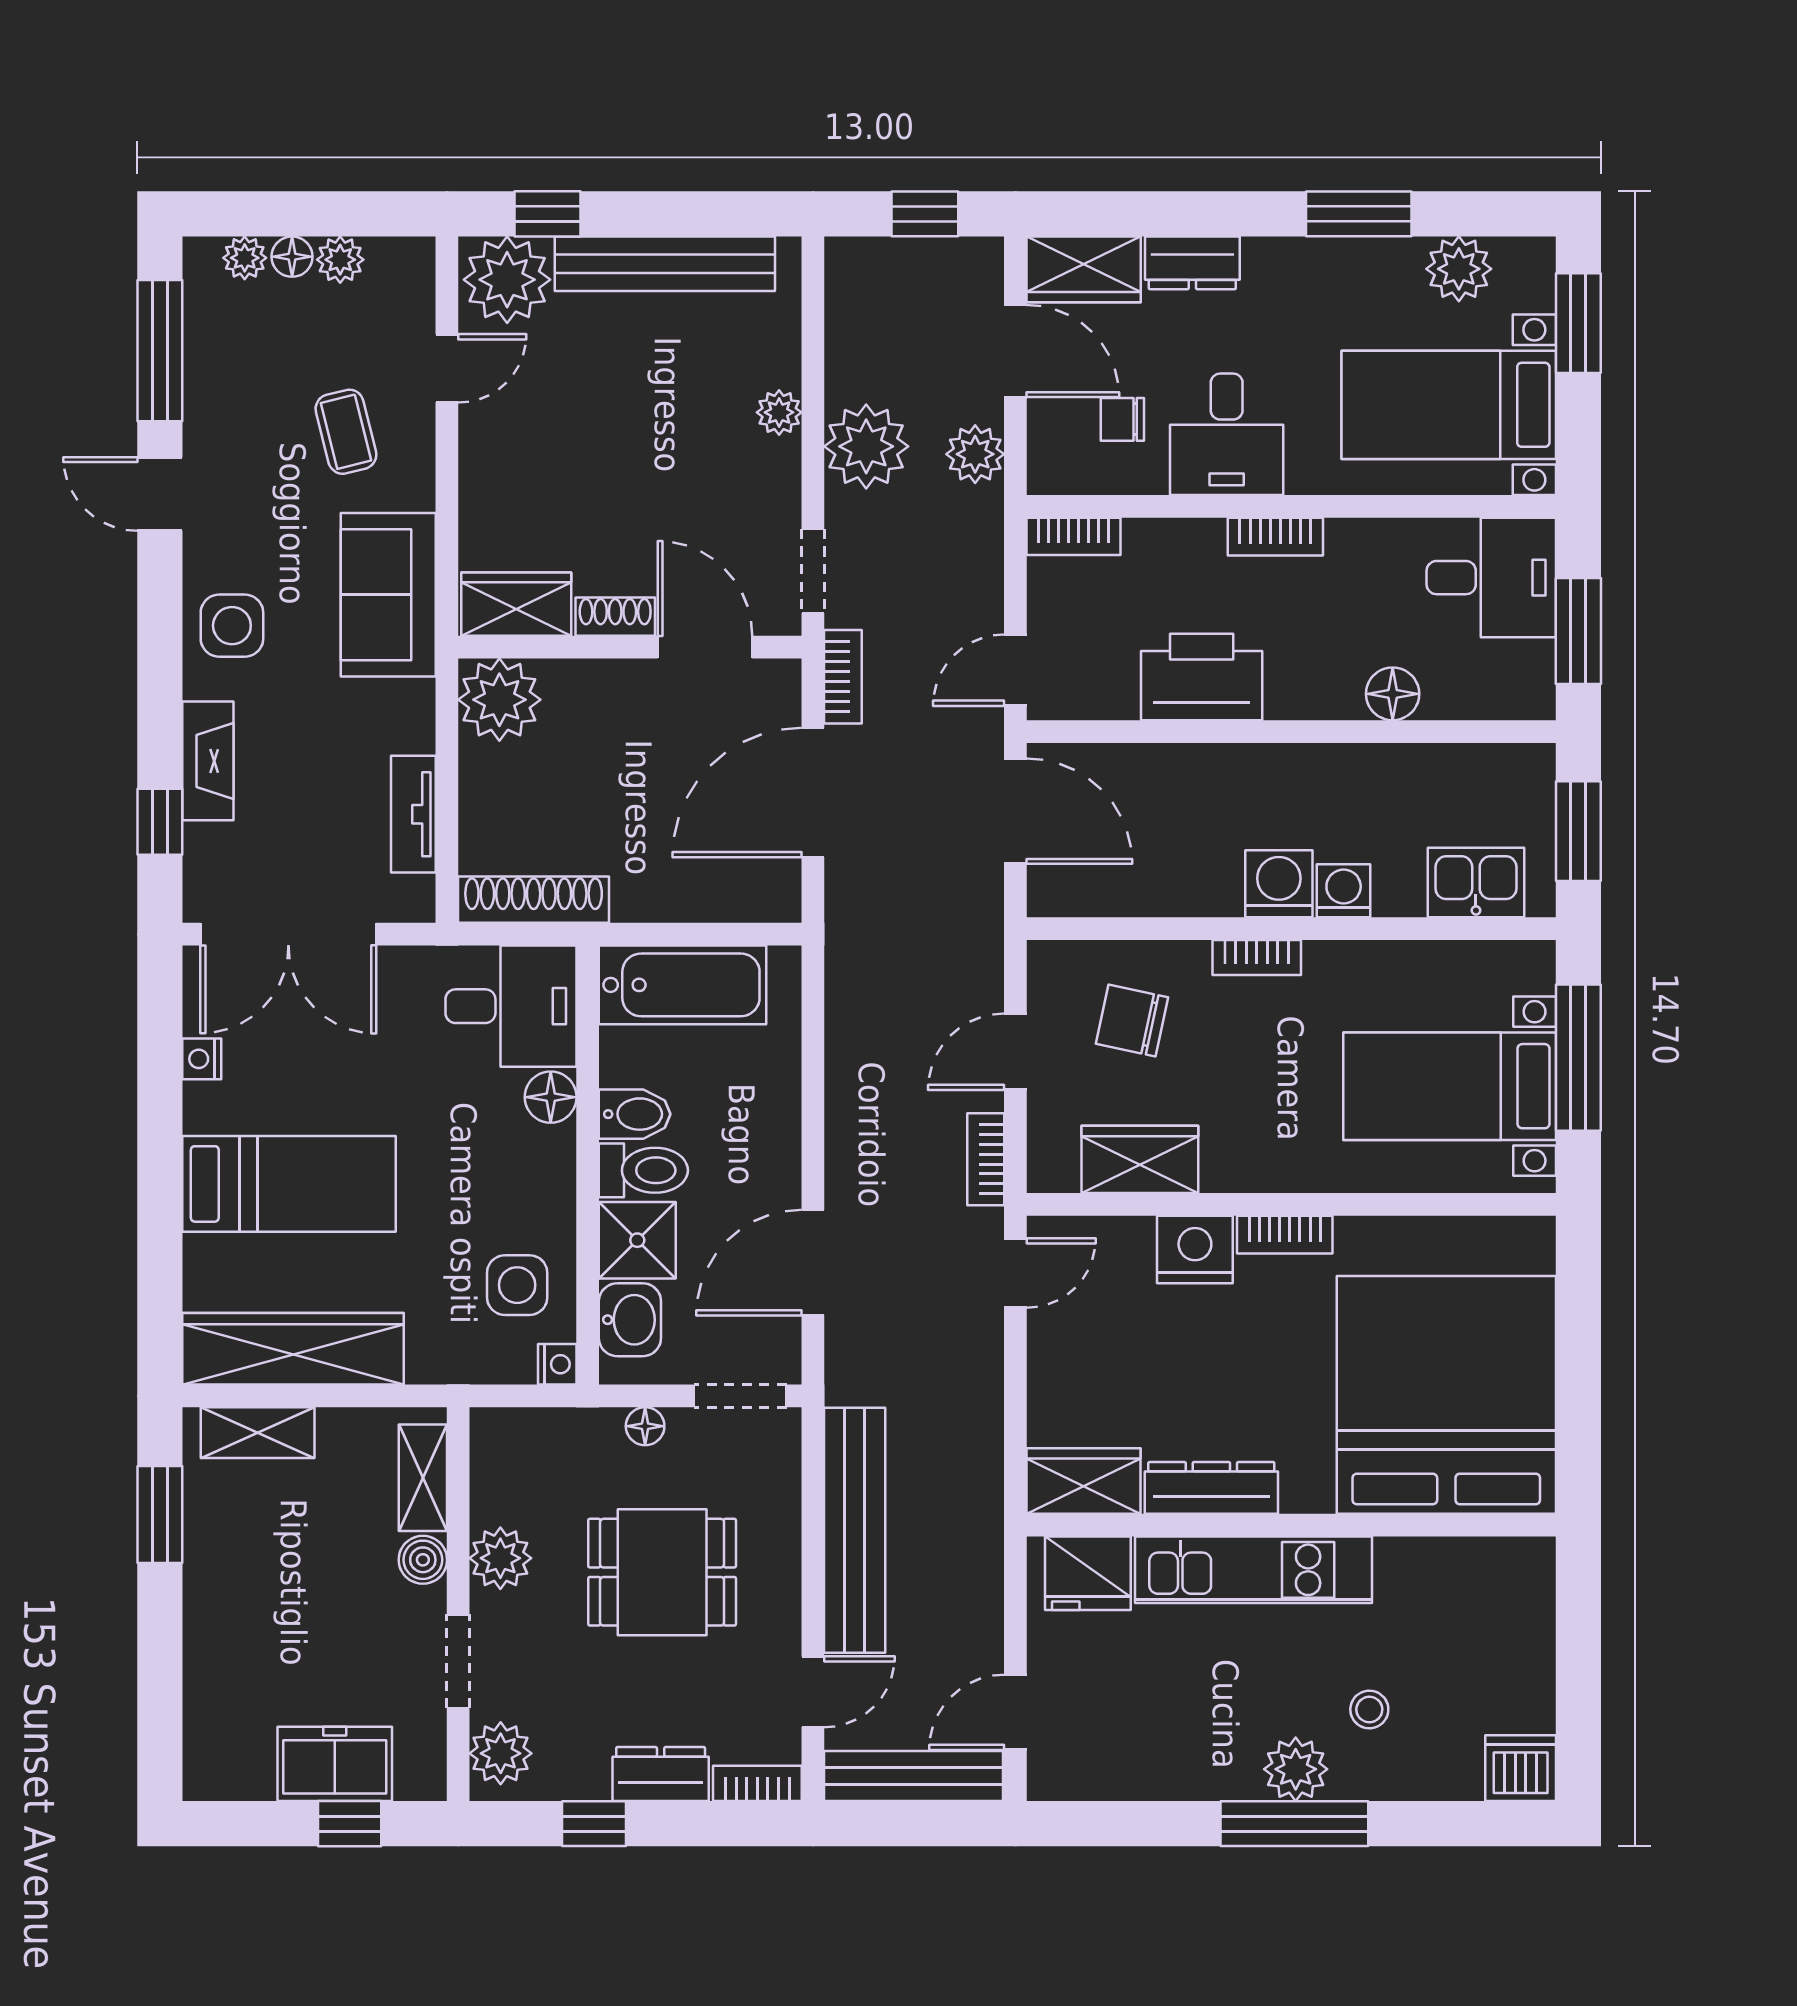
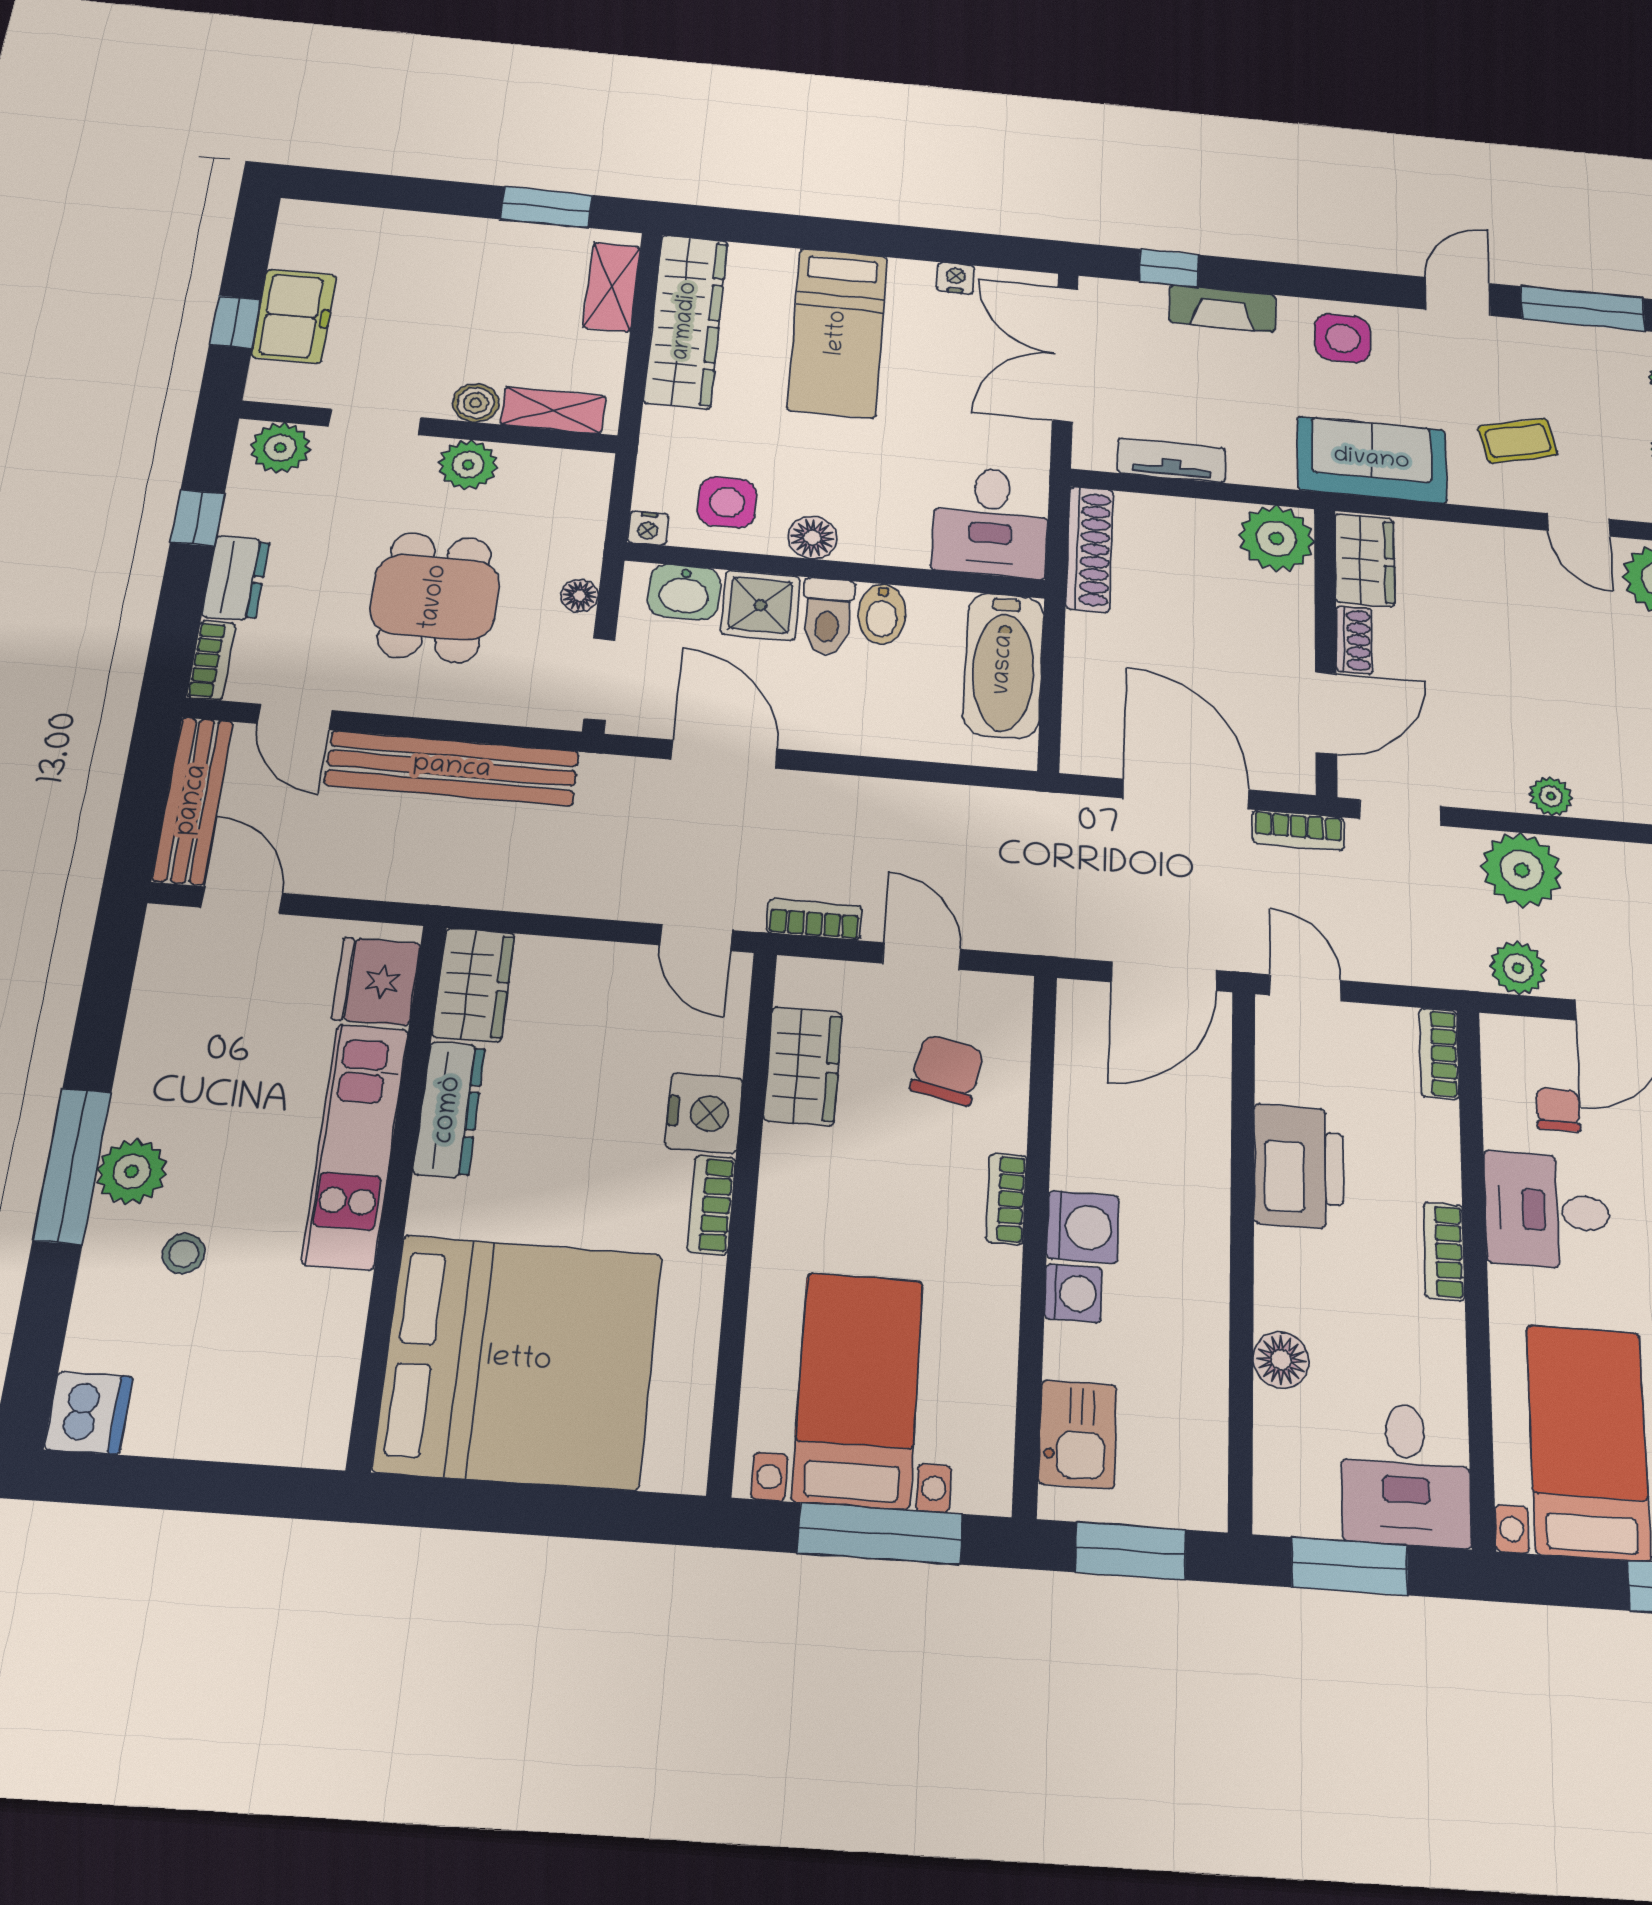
floor lamp: (551, 1097) -> (812, 538), moved

